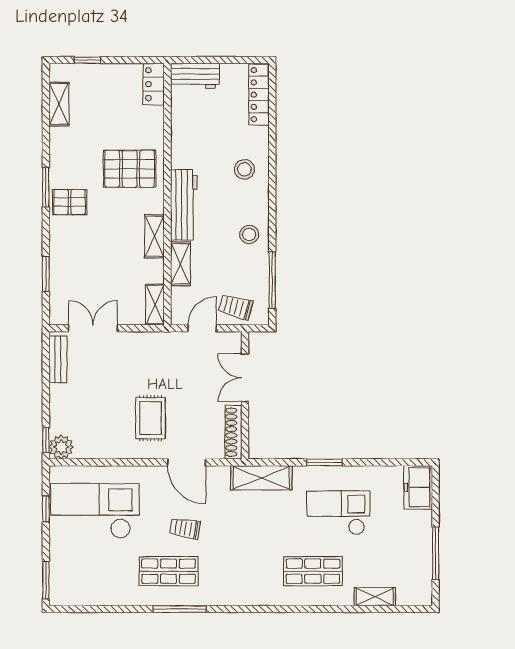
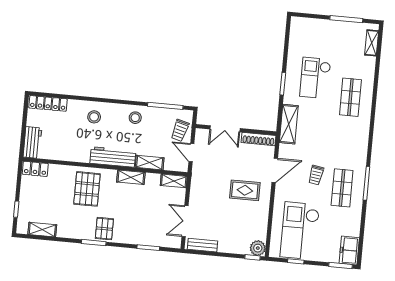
freezer: (418, 487) -> (349, 250), moved, turned 90
shelving: (375, 597) -> (372, 43), moved

